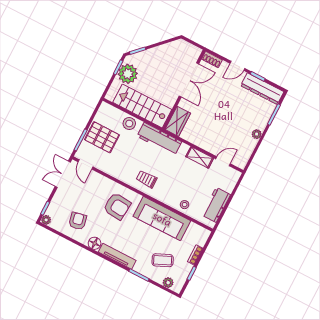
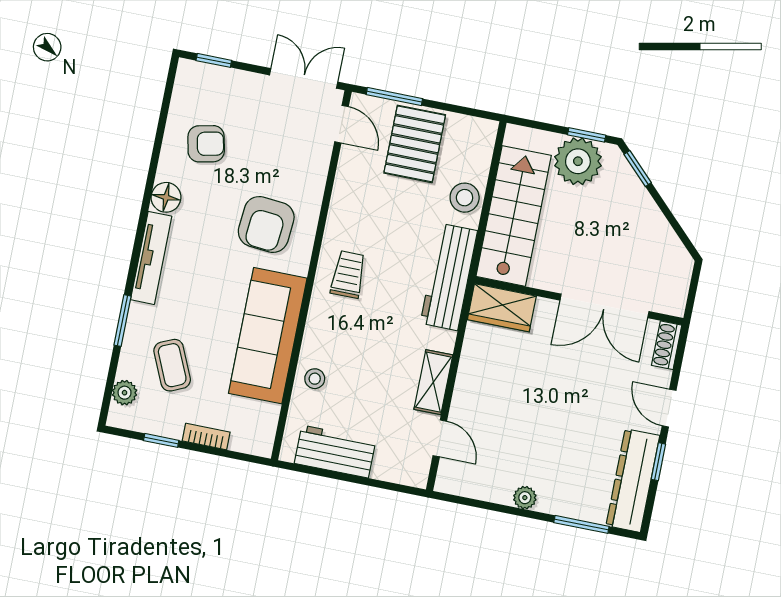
door: (86, 164) -> (341, 124), swing flipped
plant: (46, 220) -> (188, 71), removed

